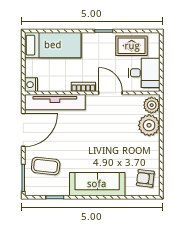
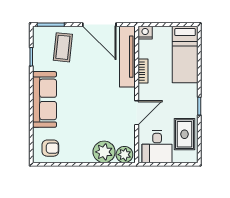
bookcase: (83, 87) -> (143, 71), moved
armchair: (145, 178) -> (50, 148), turned 83

